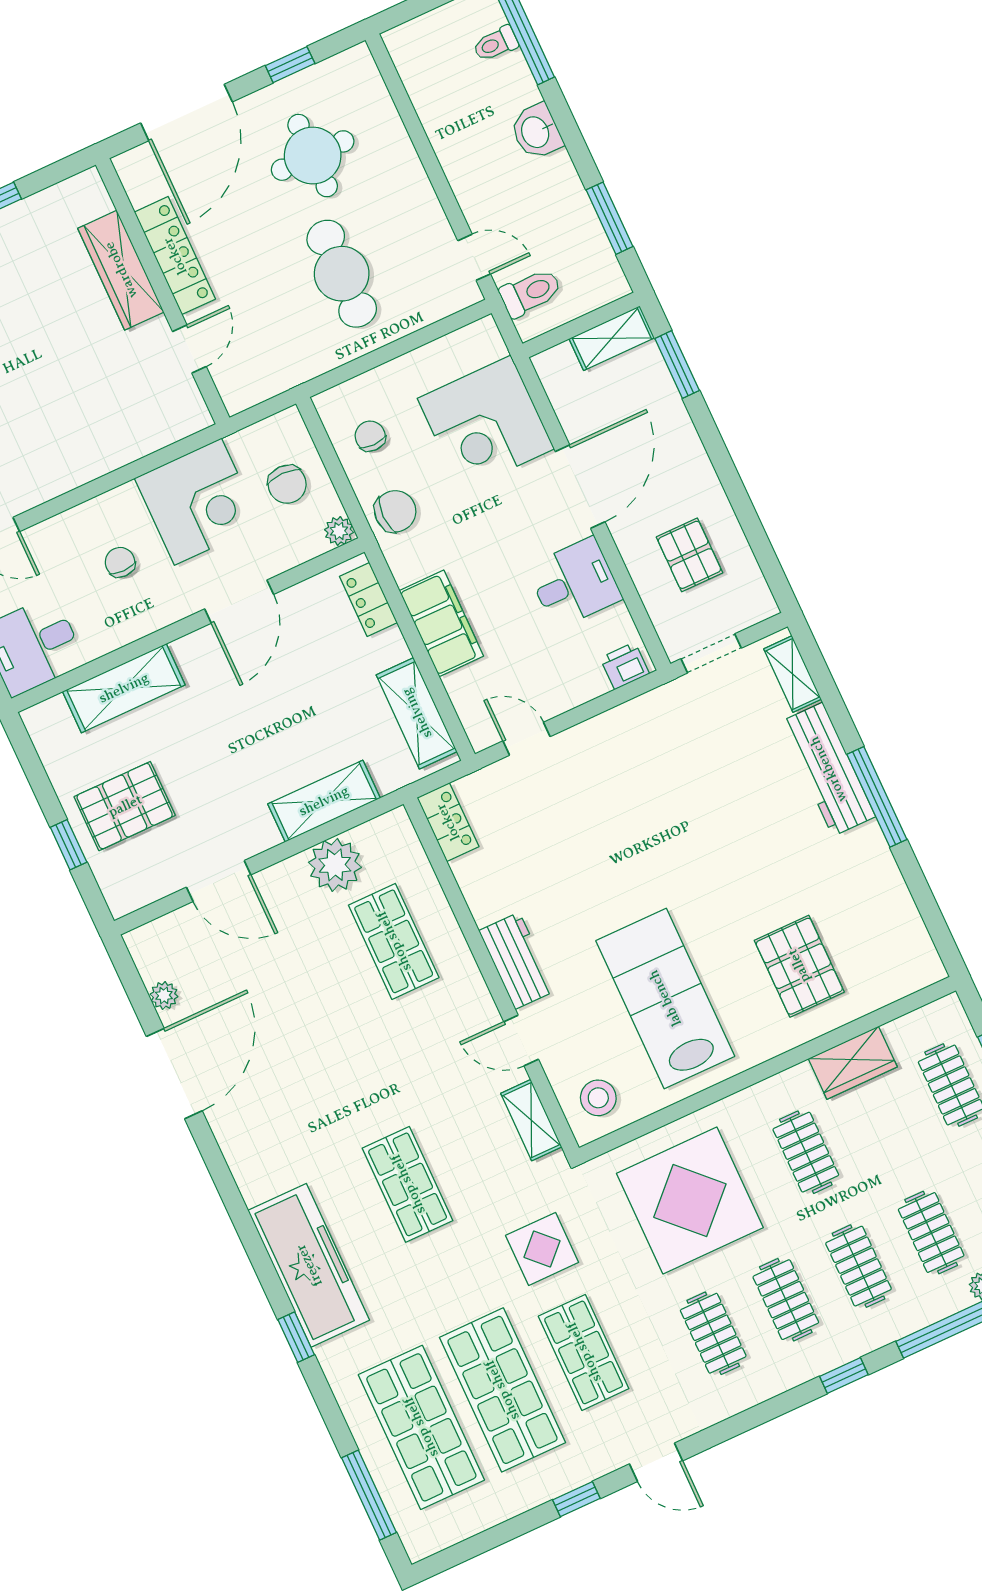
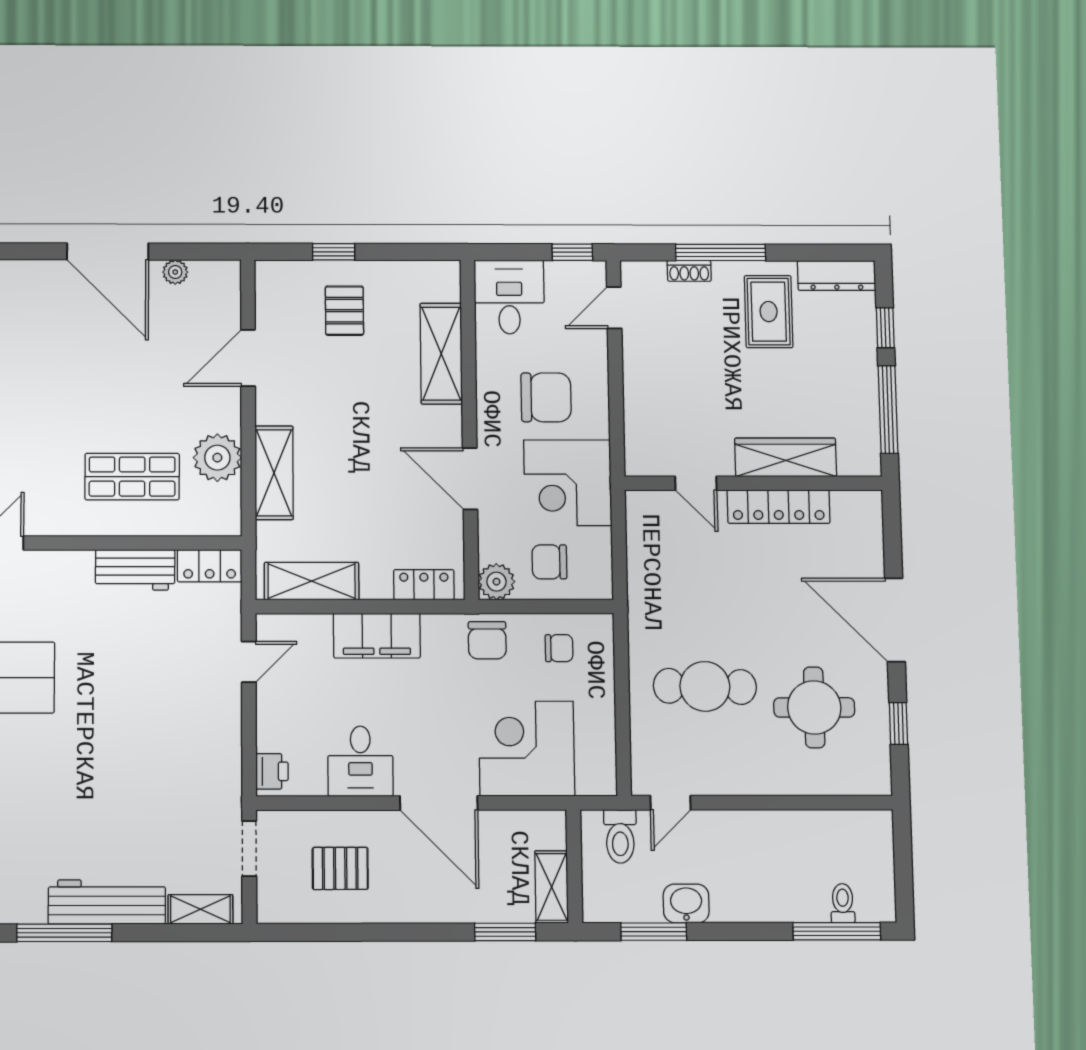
washbasin: (536, 132) -> (686, 903), moved
locker: (175, 256) -> (779, 507), moved
wardrobe: (121, 270) -> (786, 457), moved
wall: (163, 291) -> (753, 483), moved
door: (189, 349) -> (696, 483), moved
plant: (339, 531) -> (496, 582), width x1.38, depth x1.38
chair: (120, 562) -> (546, 397), width x1.87, depth x1.87
pallet: (125, 806) -> (344, 311), width x0.67, depth x0.71
workbench: (517, 961) -> (135, 570), moved

